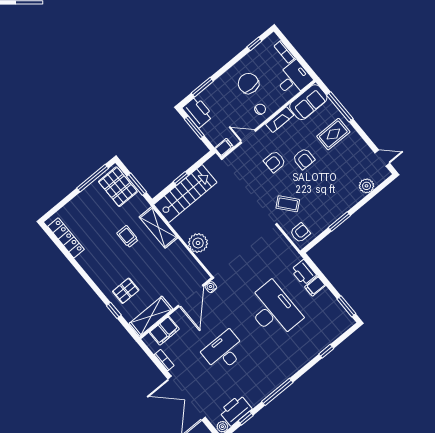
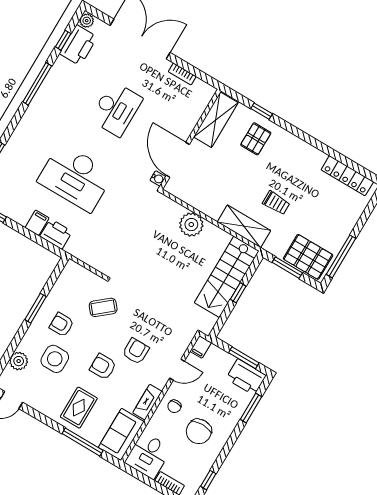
chair: (248, 83) -> (199, 431), turned 90
side table: (338, 178) -> (55, 359), added
armchair: (300, 233) -> (62, 325), moved, turned 90
filing cabinet: (164, 331) -> (194, 108), removed

